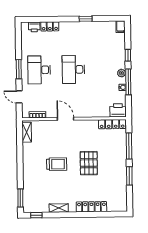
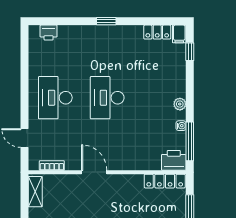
window: (86, 19) -> (106, 21), moved
locker: (50, 26) -> (157, 32), moved
window: (128, 55) -> (190, 52), moved
window: (19, 69) -> (25, 96), removed
window: (128, 82) -> (190, 141), moved

